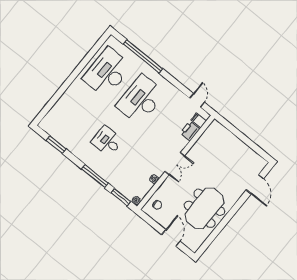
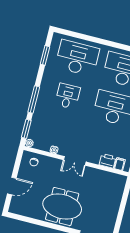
desk: (74, 114) -> (77, 58), added
meeting table: (204, 208) -> (62, 207), moved

